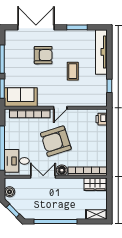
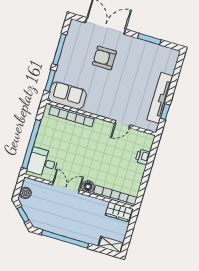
tv unit: (101, 52) -> (160, 98), moved
armchair: (43, 55) -> (104, 58), turned 180
coffee table: (73, 71) -> (131, 84), removed
door: (60, 108) -> (122, 124), moved
printer: (102, 119) -> (143, 157), moved
armchair: (56, 141) -> (91, 154), removed

